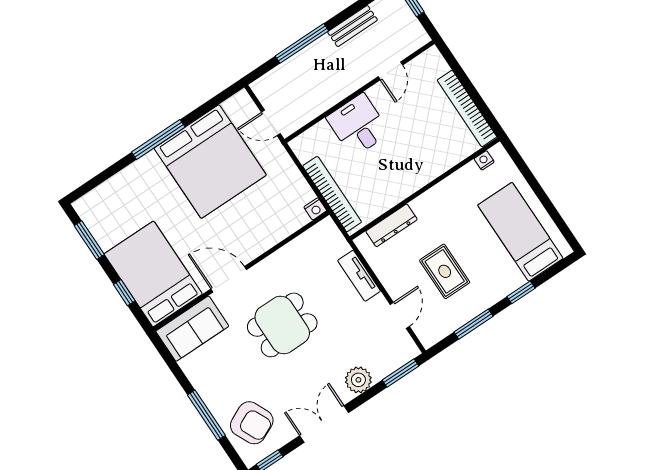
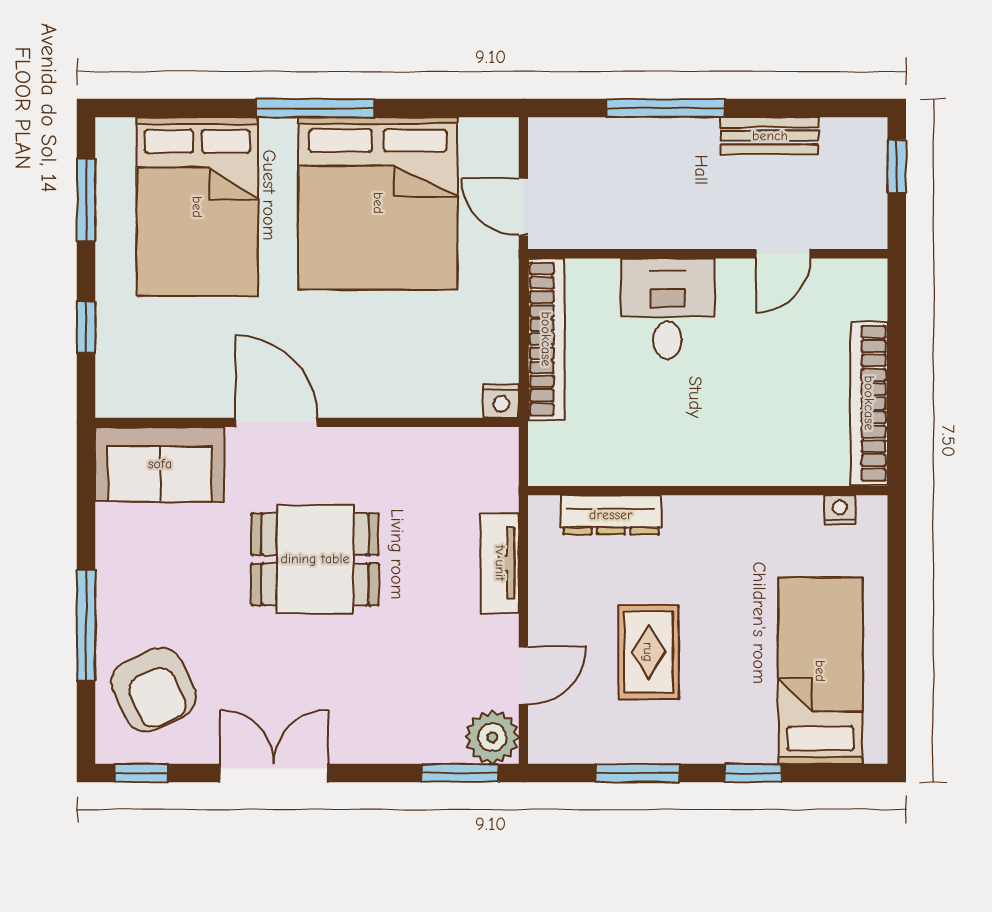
bookcase: (332, 194) -> (546, 339), moved
bed: (153, 274) -> (197, 207), moved, turned 180
plant: (358, 380) -> (492, 737), moved

